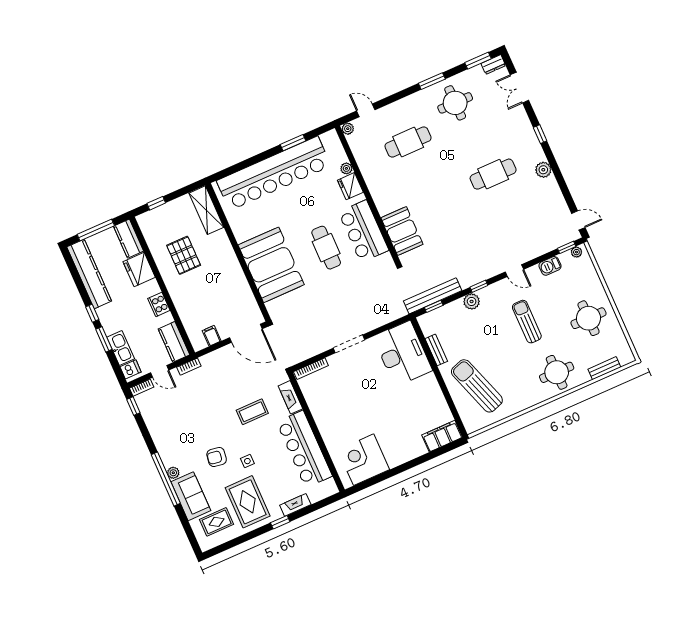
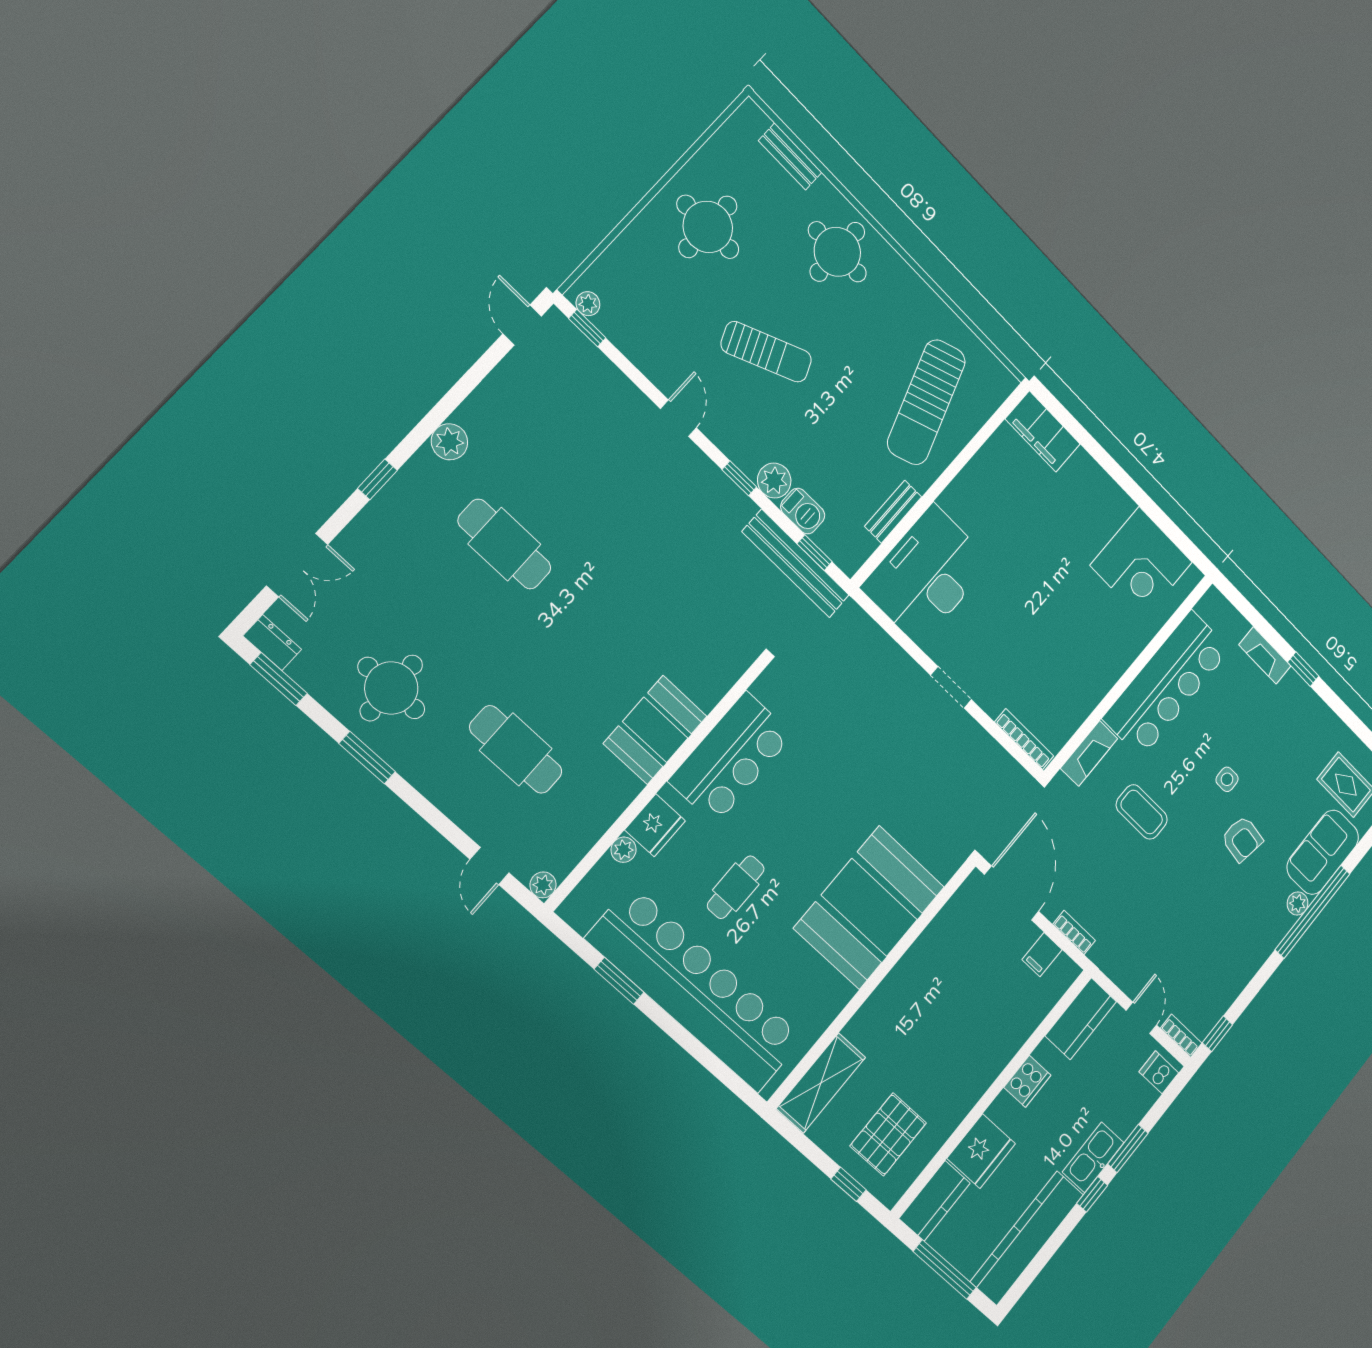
booth: (402, 231) -> (655, 730), moved
cafe table: (326, 248) -> (736, 887), moved, width x0.73, depth x0.74
pallet: (184, 255) -> (888, 1134), moved
barbecue: (550, 266) -> (803, 511), moved
sun lounger: (527, 322) -> (766, 352), turned -113
doorway: (349, 344) -> (951, 687), width x0.73
kitchen sink: (121, 348) -> (1093, 1157), moved
bookcase: (189, 367) -> (1074, 932), moved
rug: (248, 502) -> (1293, 745), removed

